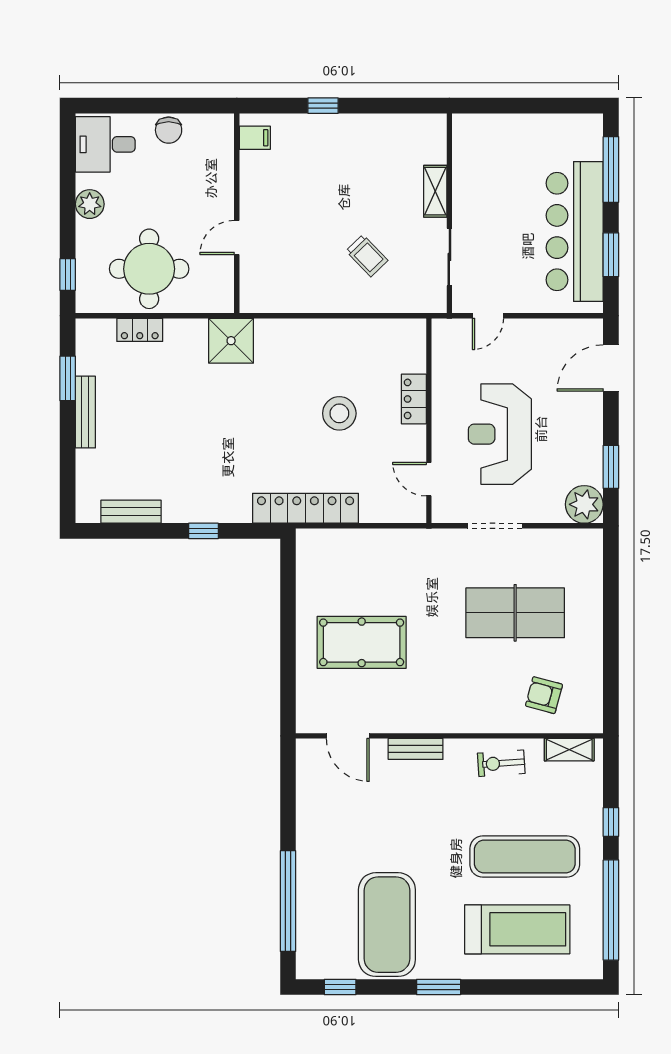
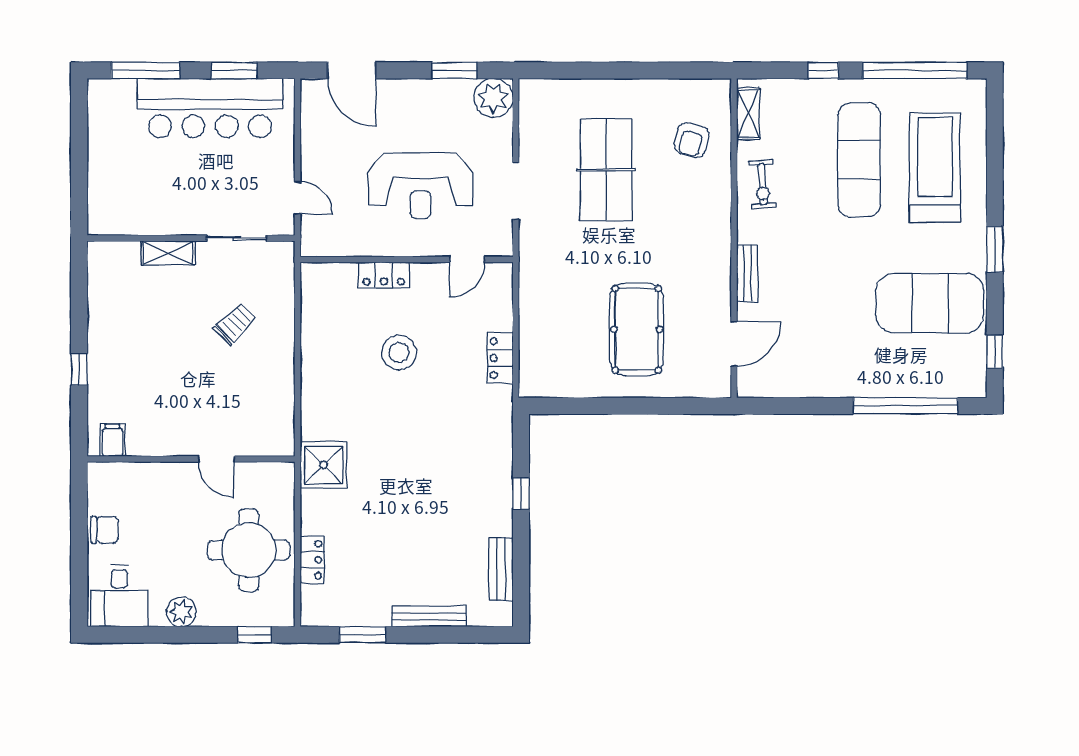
bench: (85, 412) -> (429, 616), moved
locker: (306, 508) -> (500, 358), width x0.46, depth x0.83

